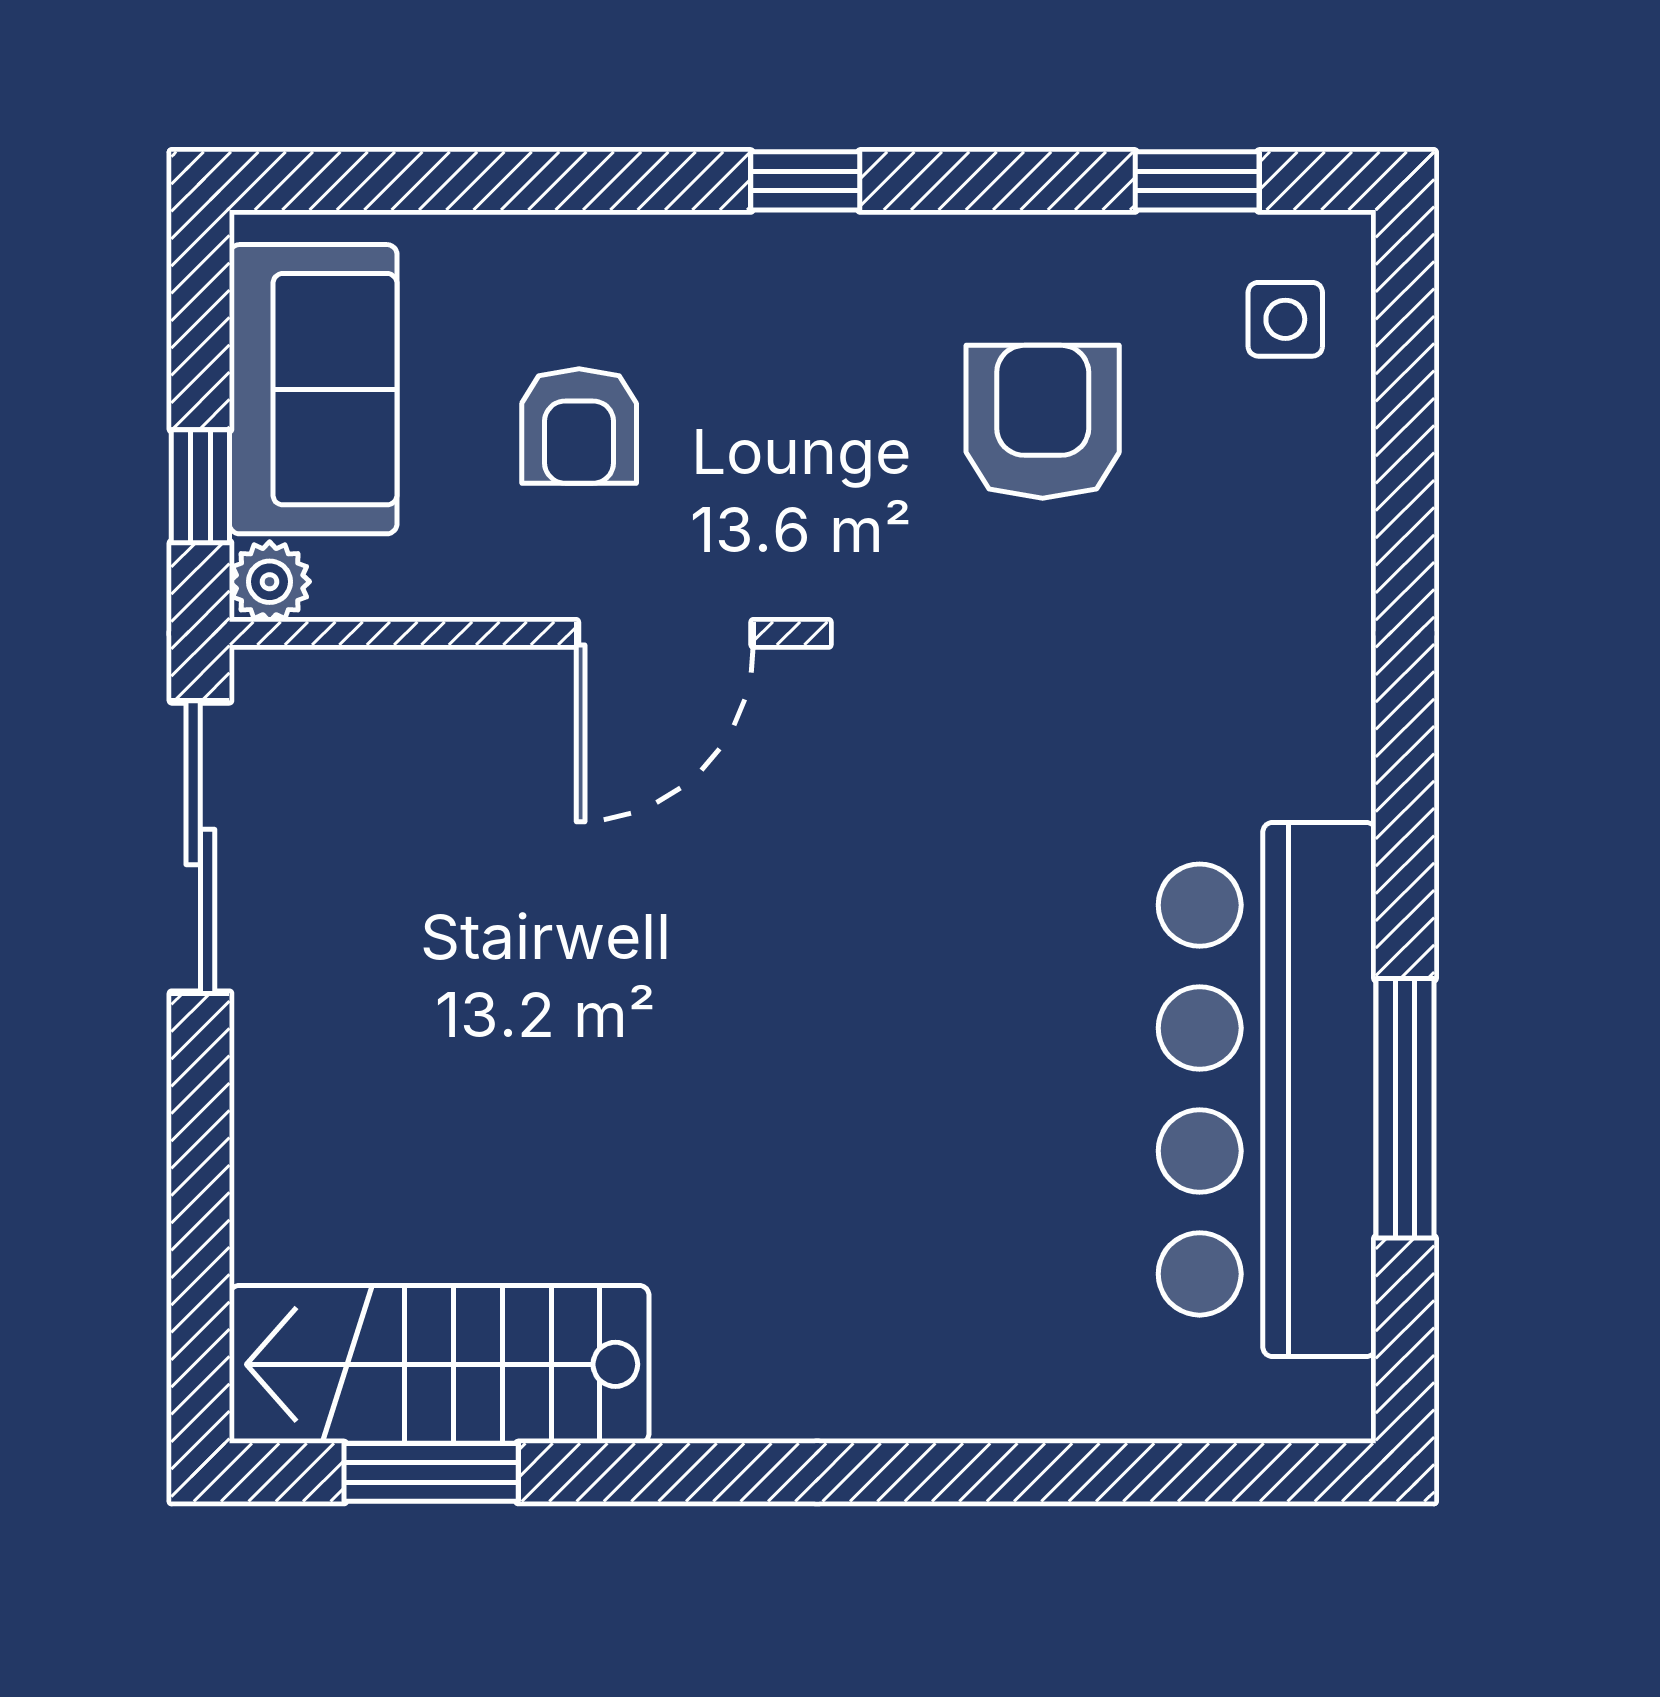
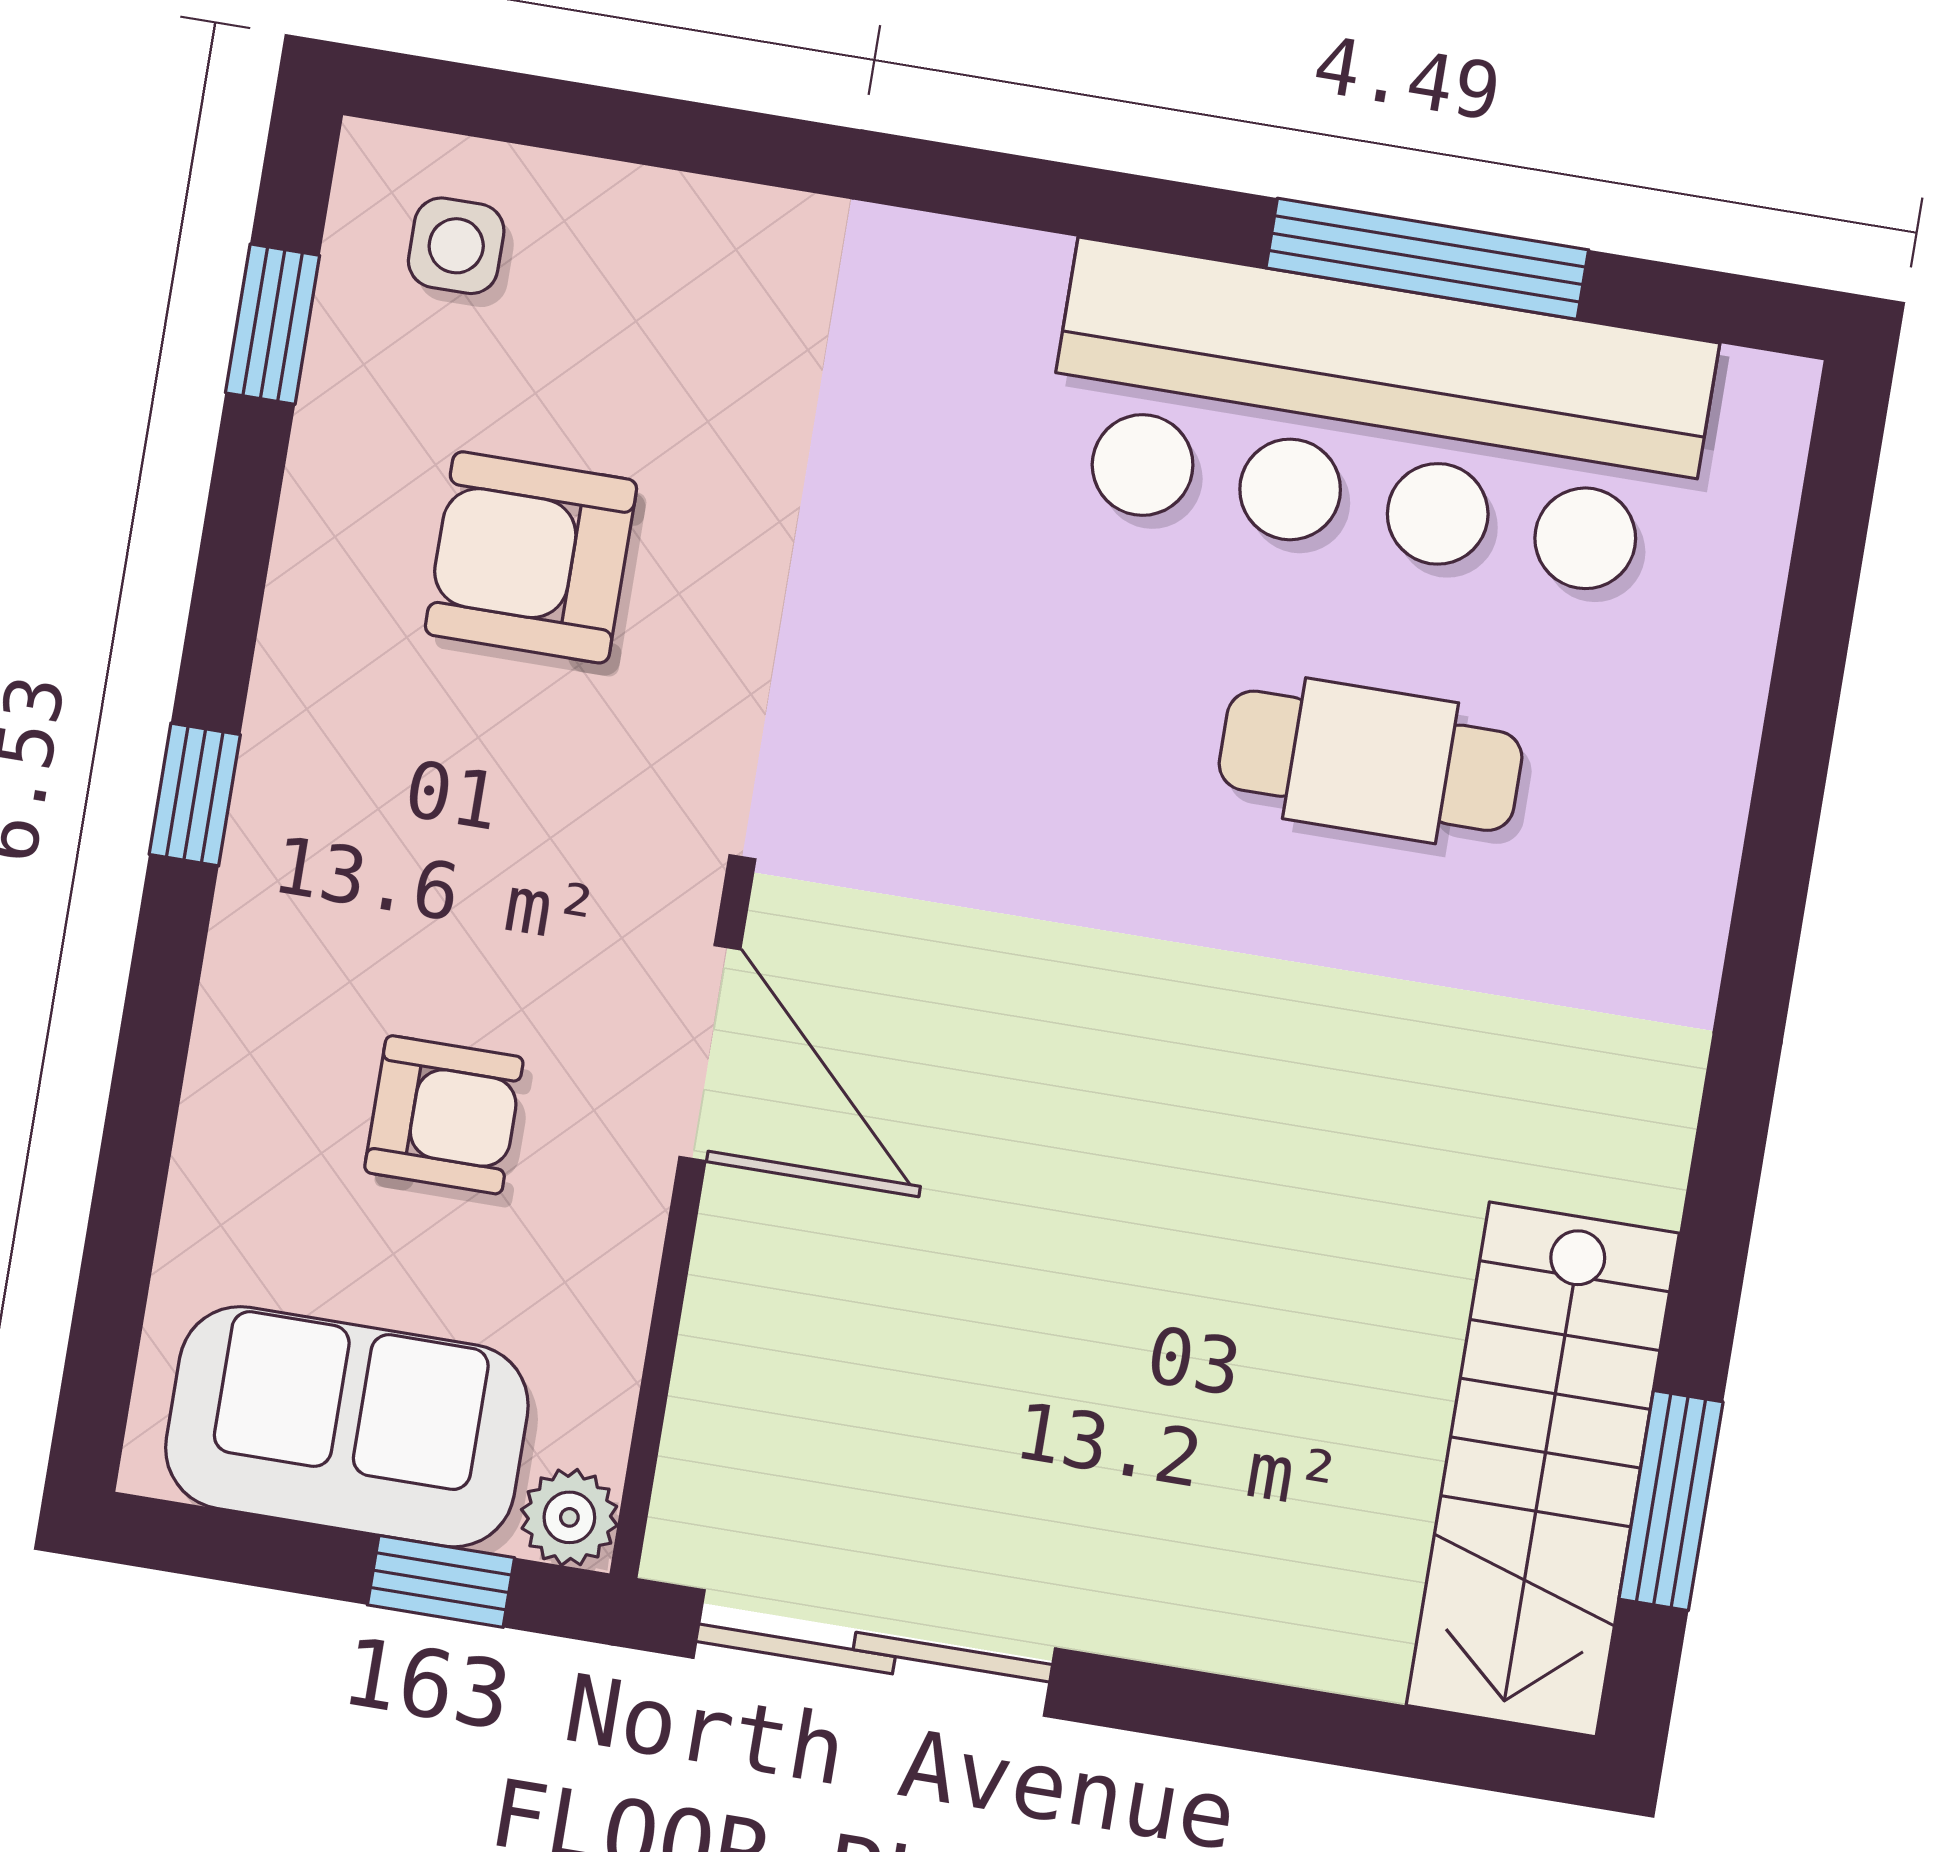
cafe table: (991, 1130) -> (1371, 761), added

